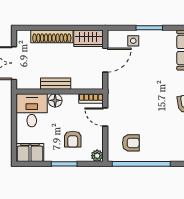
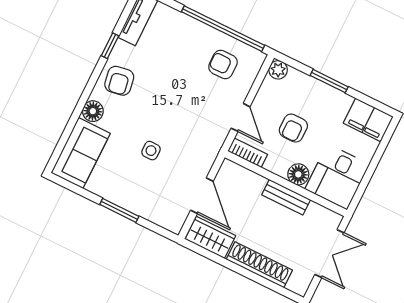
side table: (133, 41) -> (151, 151), moved
door: (105, 60) -> (202, 196), swing flipped
armchair: (73, 139) -> (293, 128), moved, turned 180

